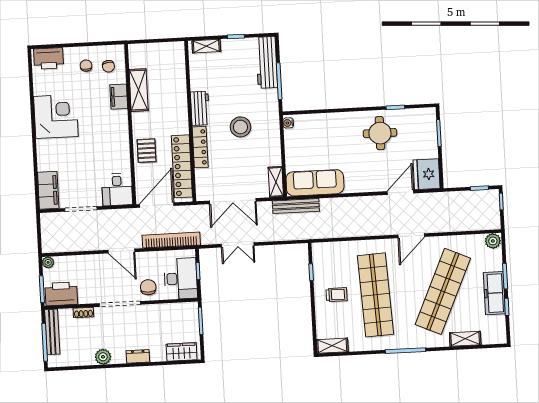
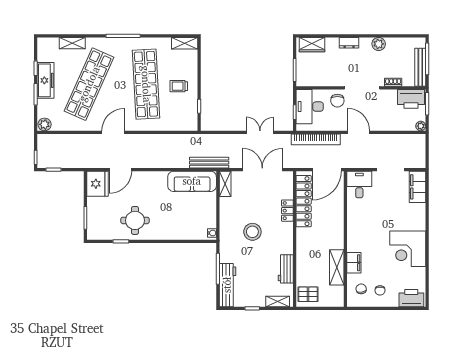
workbench: (200, 108) -> (286, 269), moved
locker: (200, 147) -> (287, 211), width x0.66
pallet: (147, 151) -> (308, 294), moved, turned 90

